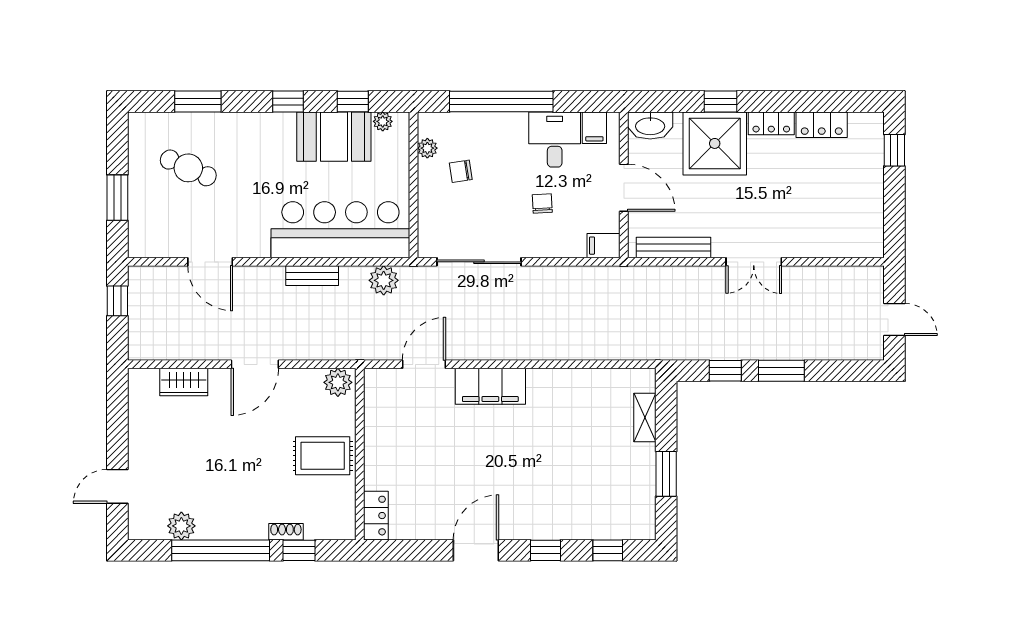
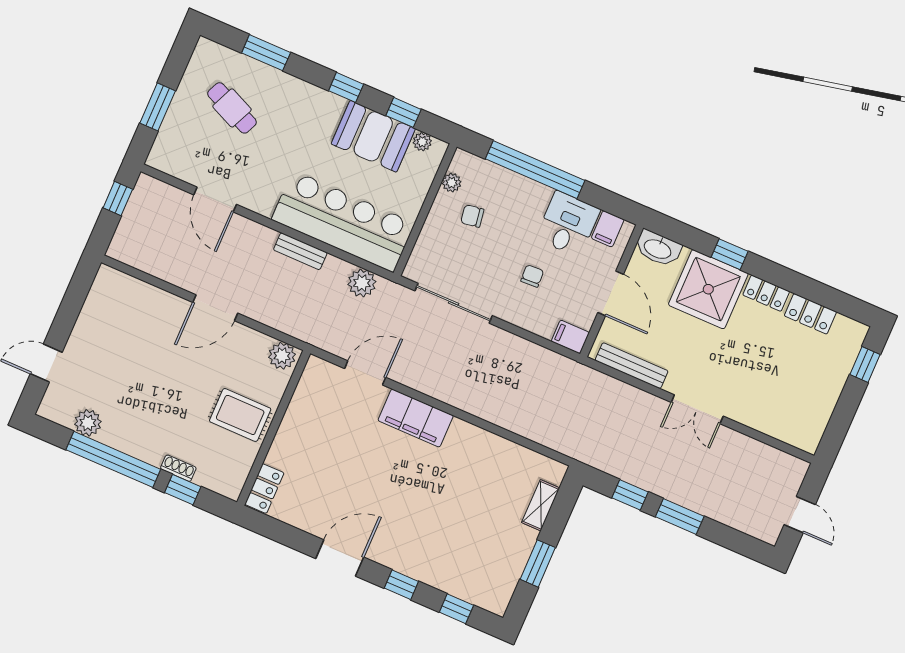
wardrobe: (184, 382) -> (145, 296), removed

